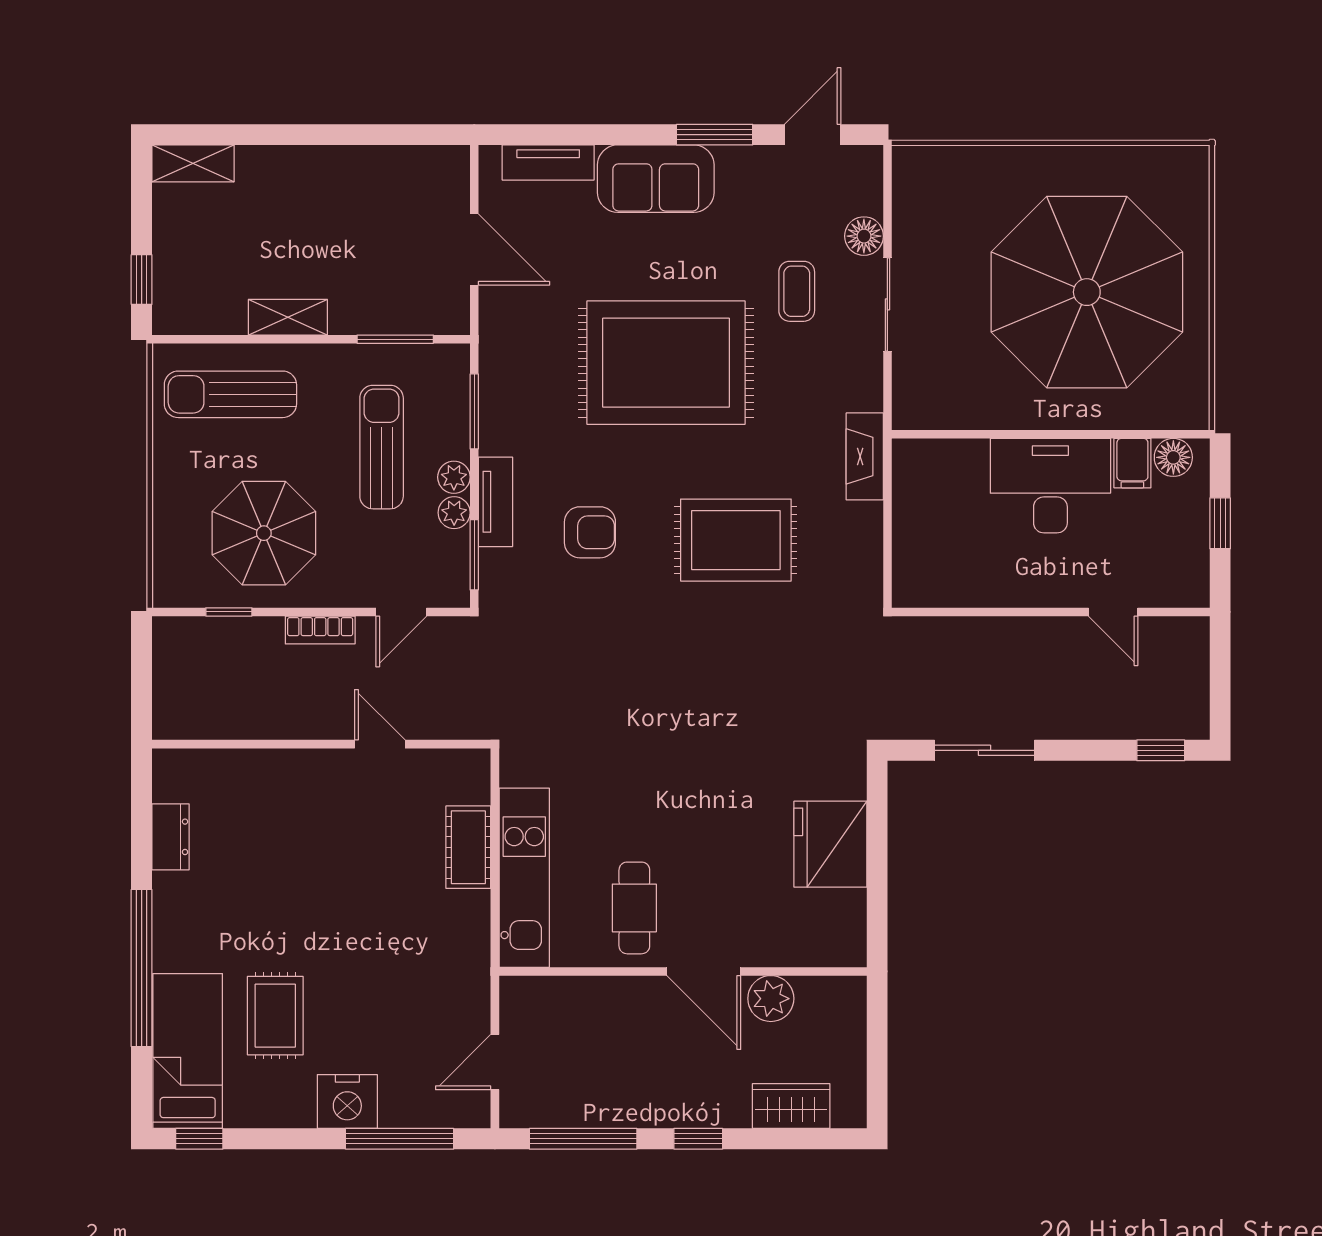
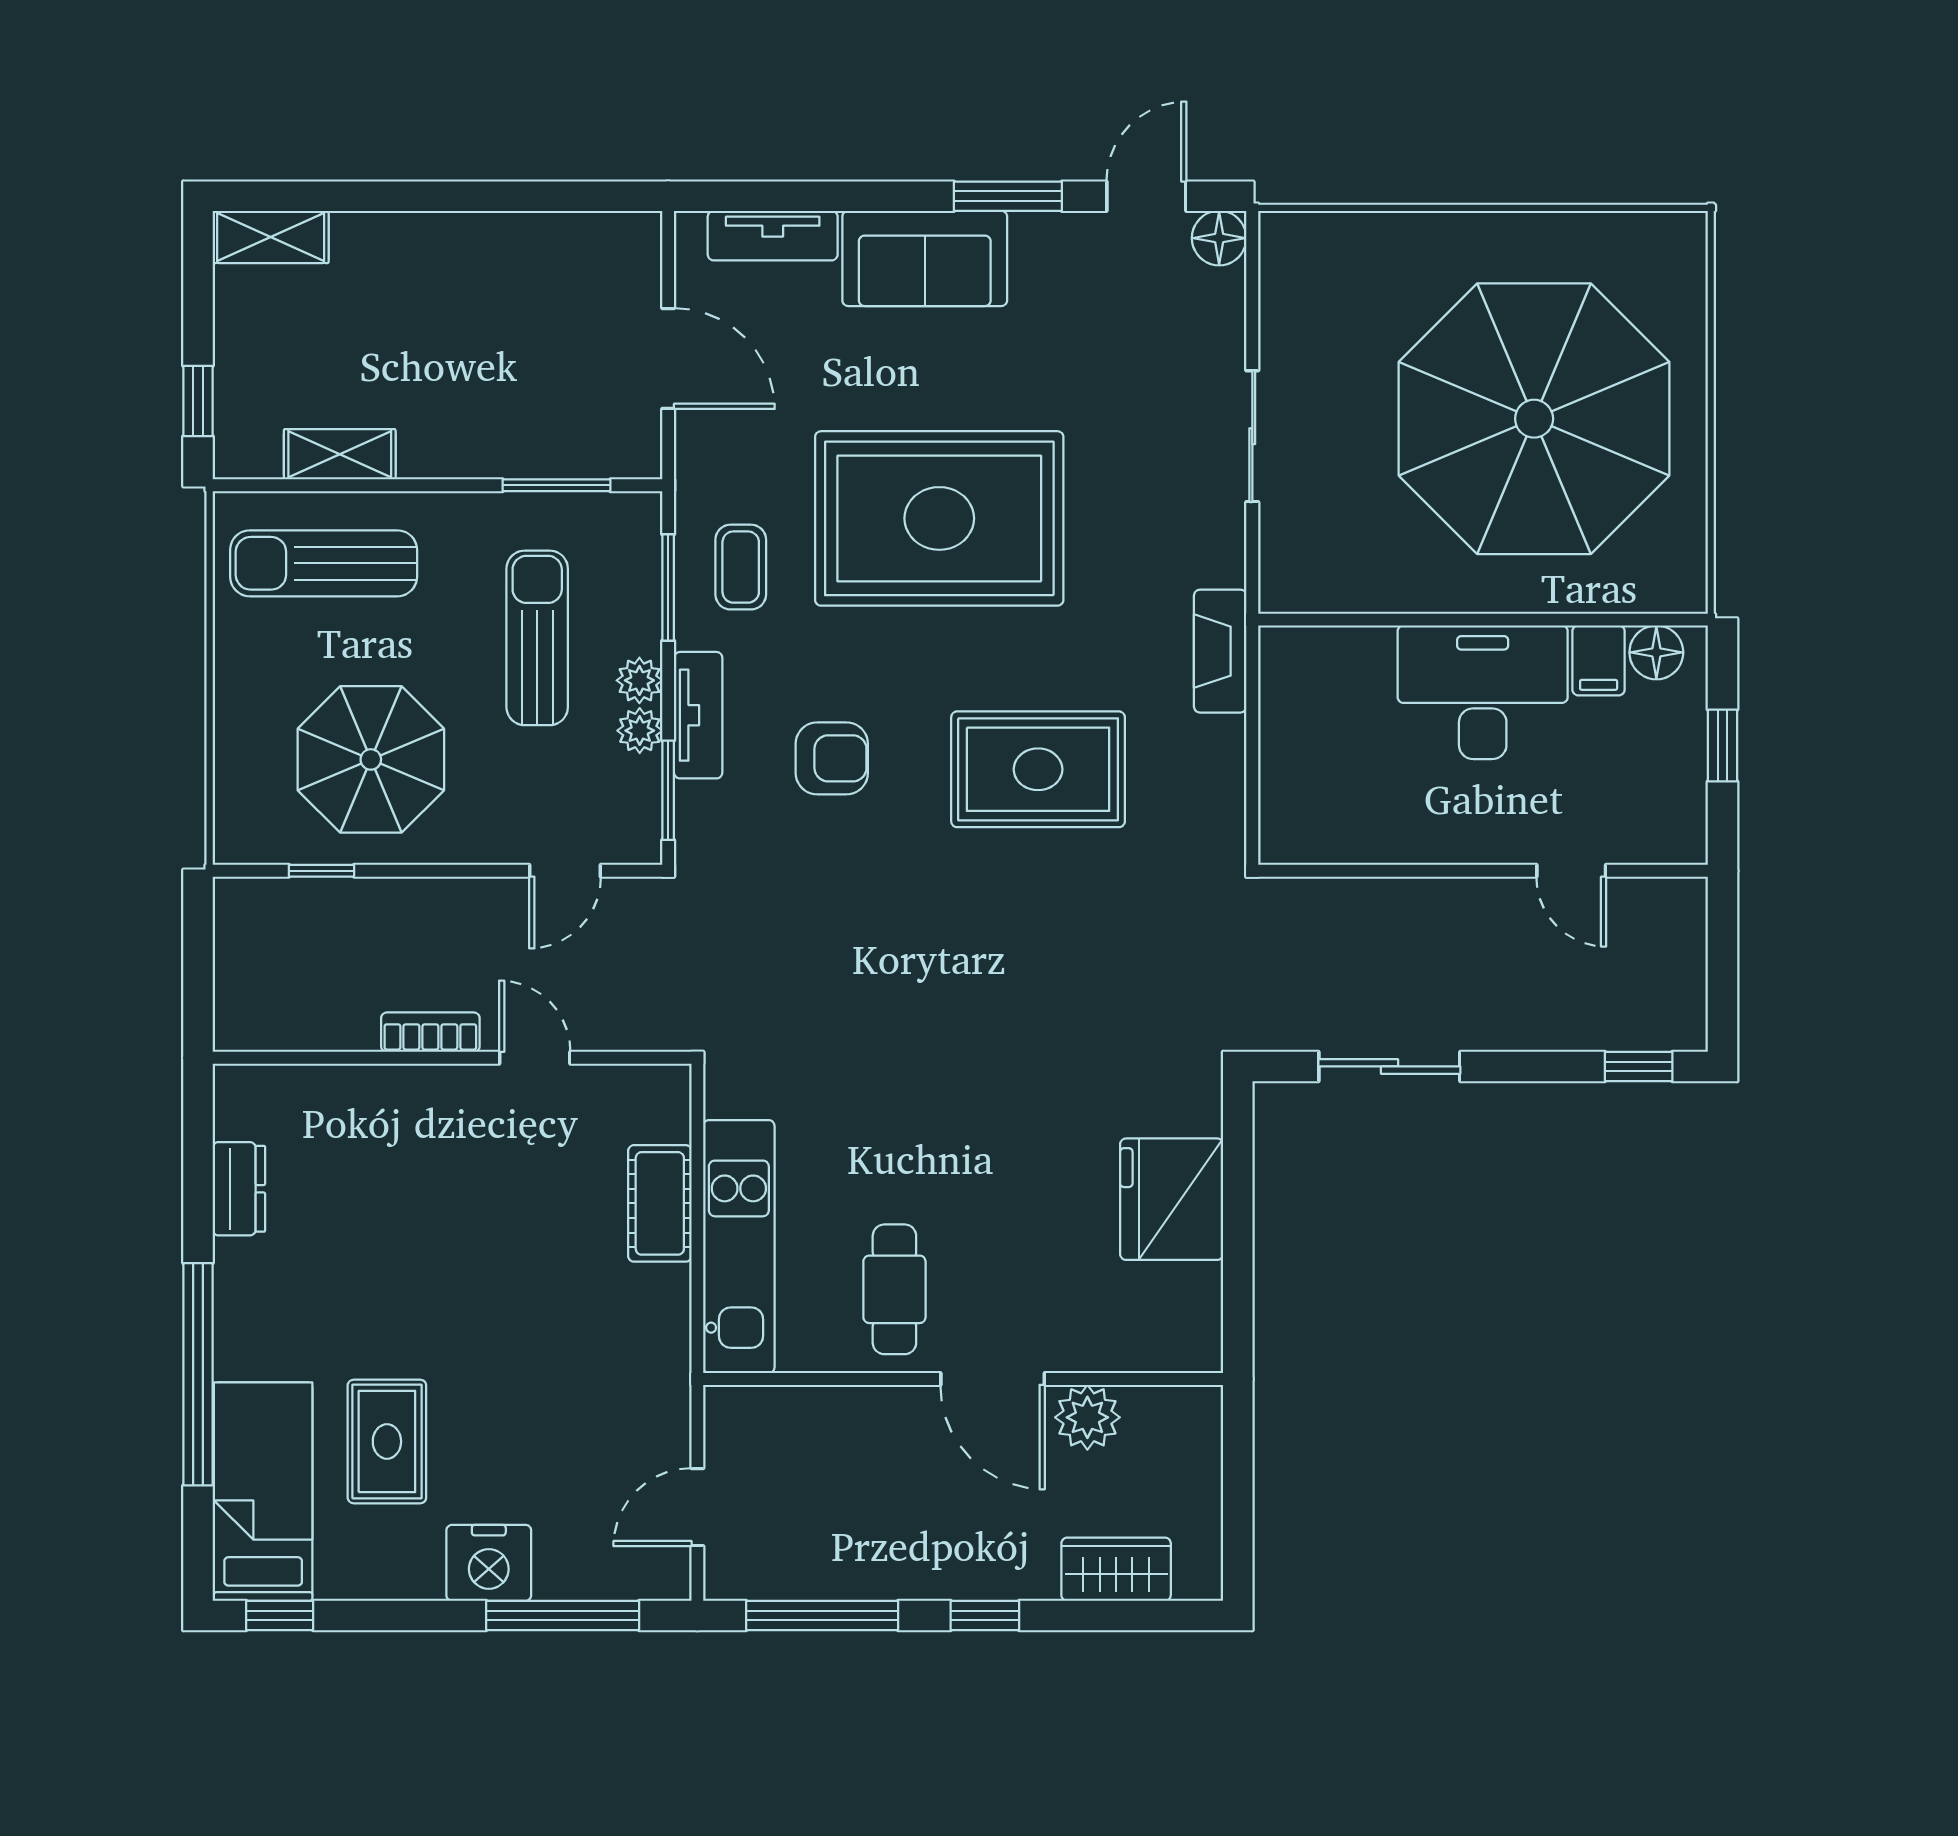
floor lamp: (864, 236) -> (1219, 238), moved
coffee table: (797, 291) -> (741, 567), moved
shelving: (288, 317) -> (340, 454), moved
bookcase: (320, 630) -> (430, 1032), moved, turned 180

